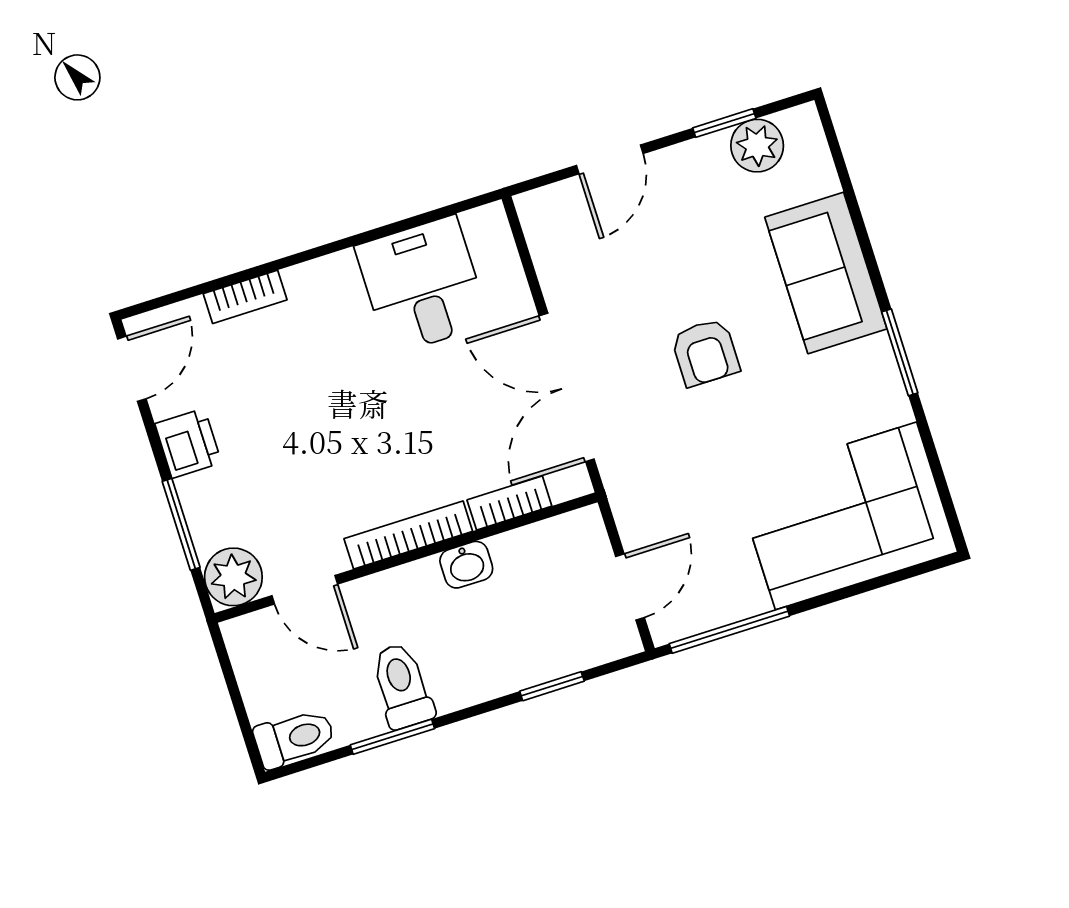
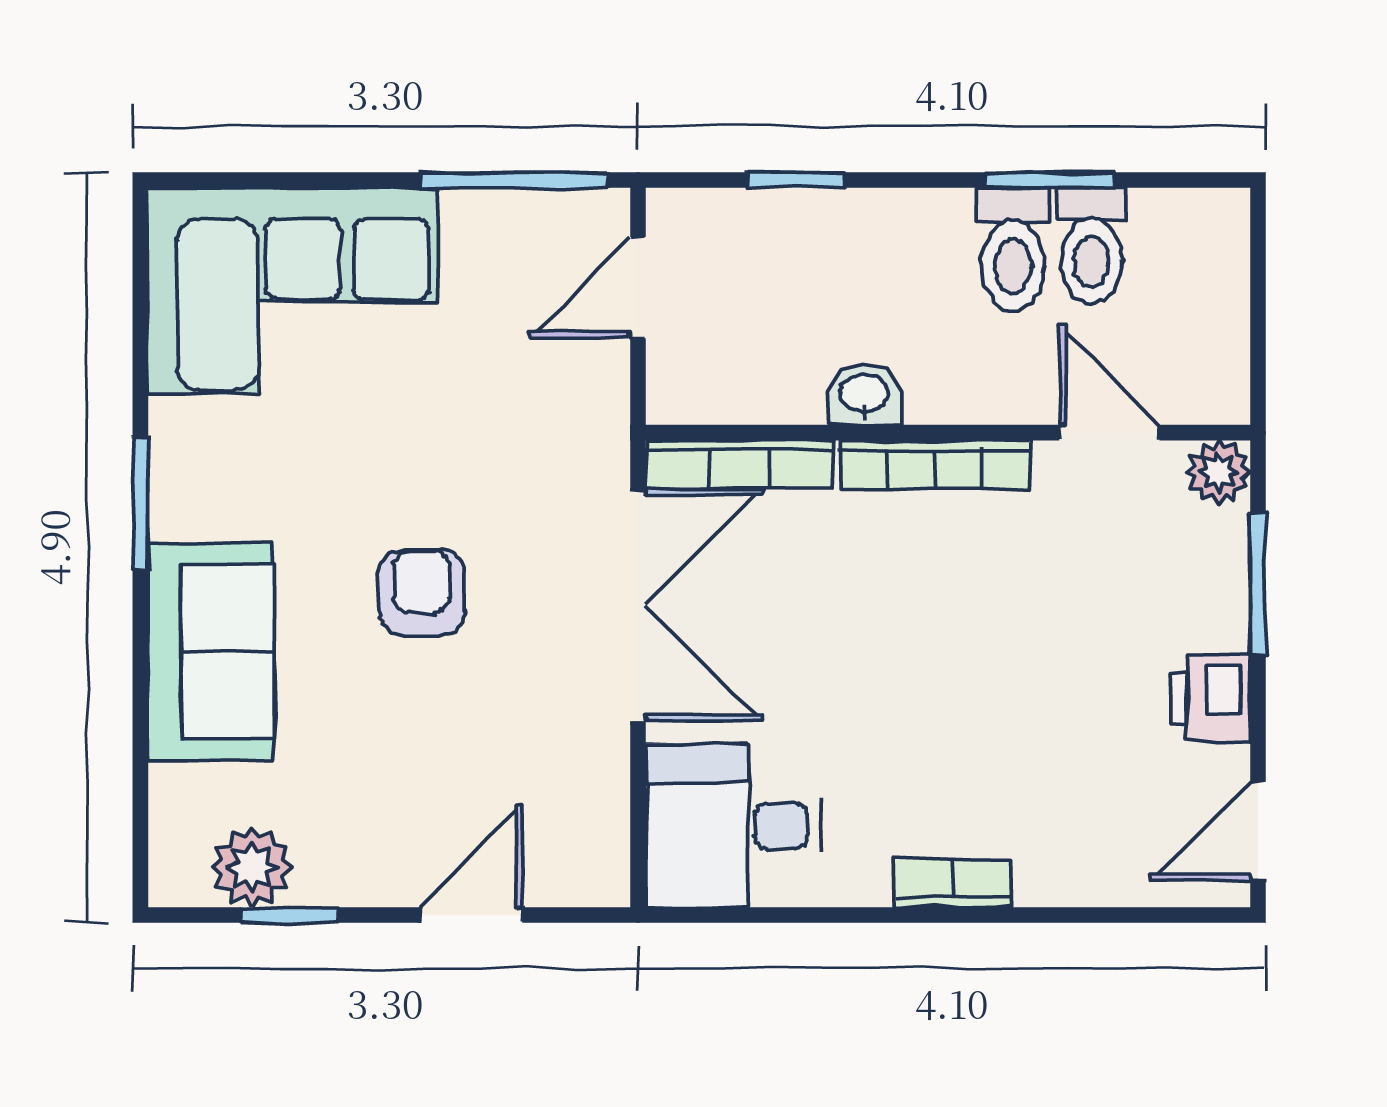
desk: (422, 285) -> (734, 826), moved, turned 90
bookcase: (245, 297) -> (953, 884), moved
bookcase: (509, 503) -> (740, 464), width x1.56
plant: (233, 577) -> (1219, 472), width x0.73, depth x0.73
toilet: (294, 738) -> (1091, 246), moved, turned -90

